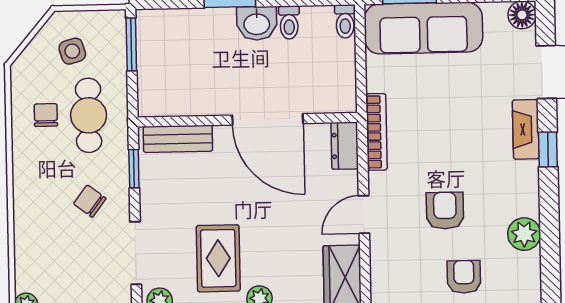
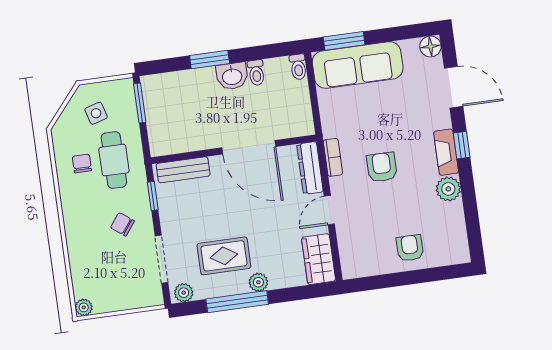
fireplace: (526, 129) -> (446, 152), moved
bookcase: (376, 132) -> (333, 157), width x0.64
dresser: (345, 146) -> (310, 168), width x1.44
armchair: (445, 211) -> (382, 167), moved
plant: (524, 234) -> (448, 189), moved
rug: (218, 258) -> (224, 256), turned 90

